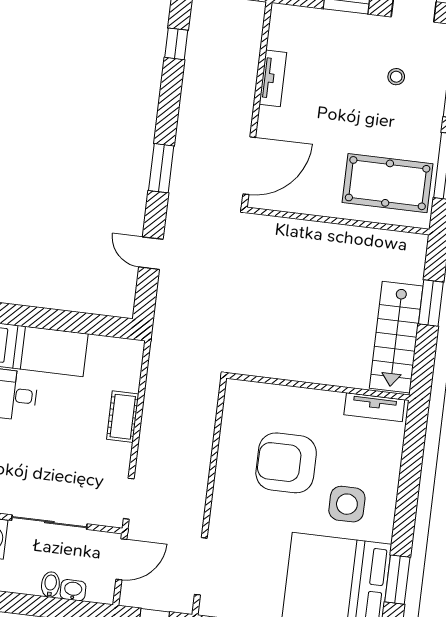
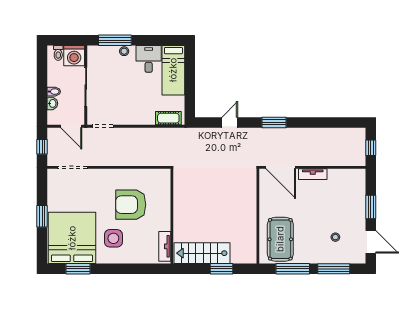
window: (176, 44) -> (339, 122), removed
tv unit: (273, 78) -> (313, 174), moved
cot: (123, 417) -> (168, 118), moved
armchair: (286, 463) -> (131, 205), turned -90

